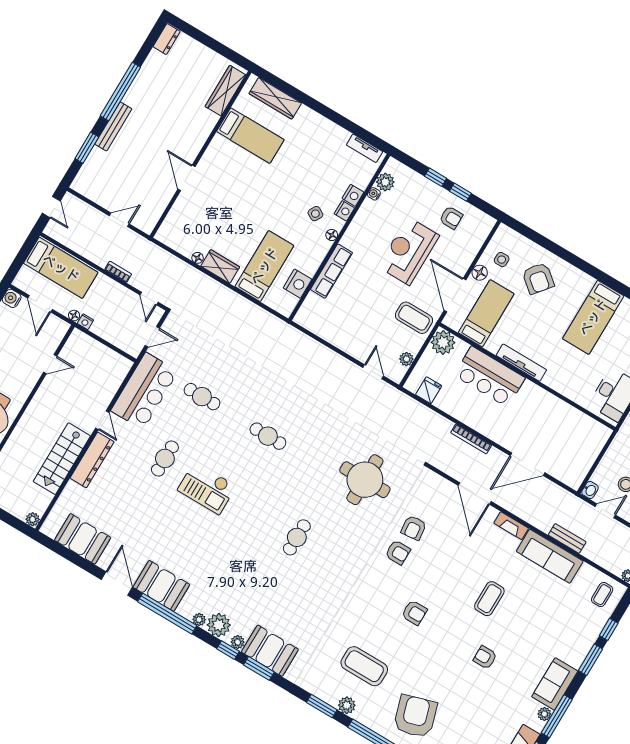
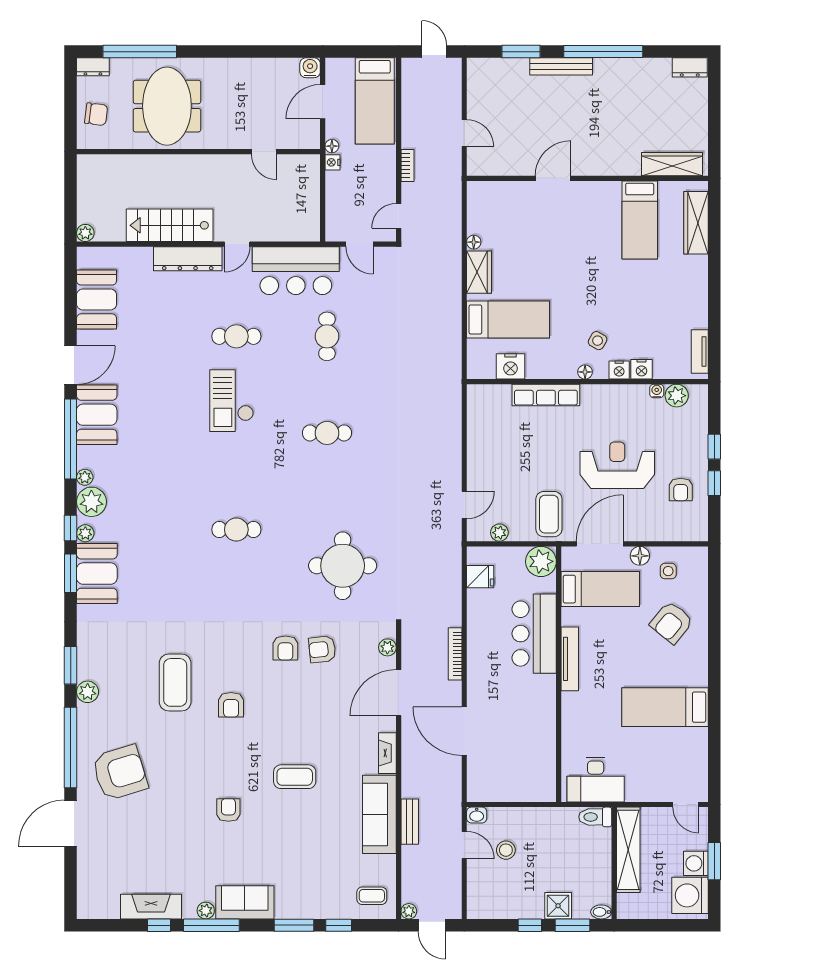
door: (51, 207) -> (434, 52), swing flipped
cafe table: (268, 436) -> (327, 433), turned 90
plant: (439, 482) -> (387, 647), added
coffee table: (364, 666) -> (175, 682), moved

